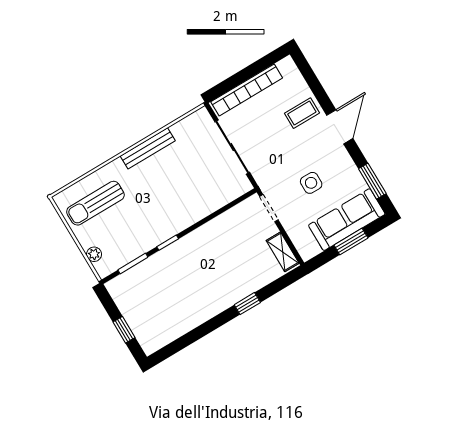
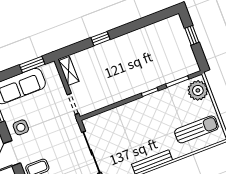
side table: (311, 183) -> (21, 127), moved
window: (351, 242) -> (32, 65), moved
plant: (94, 254) -> (198, 90), width x1.88, depth x1.88

